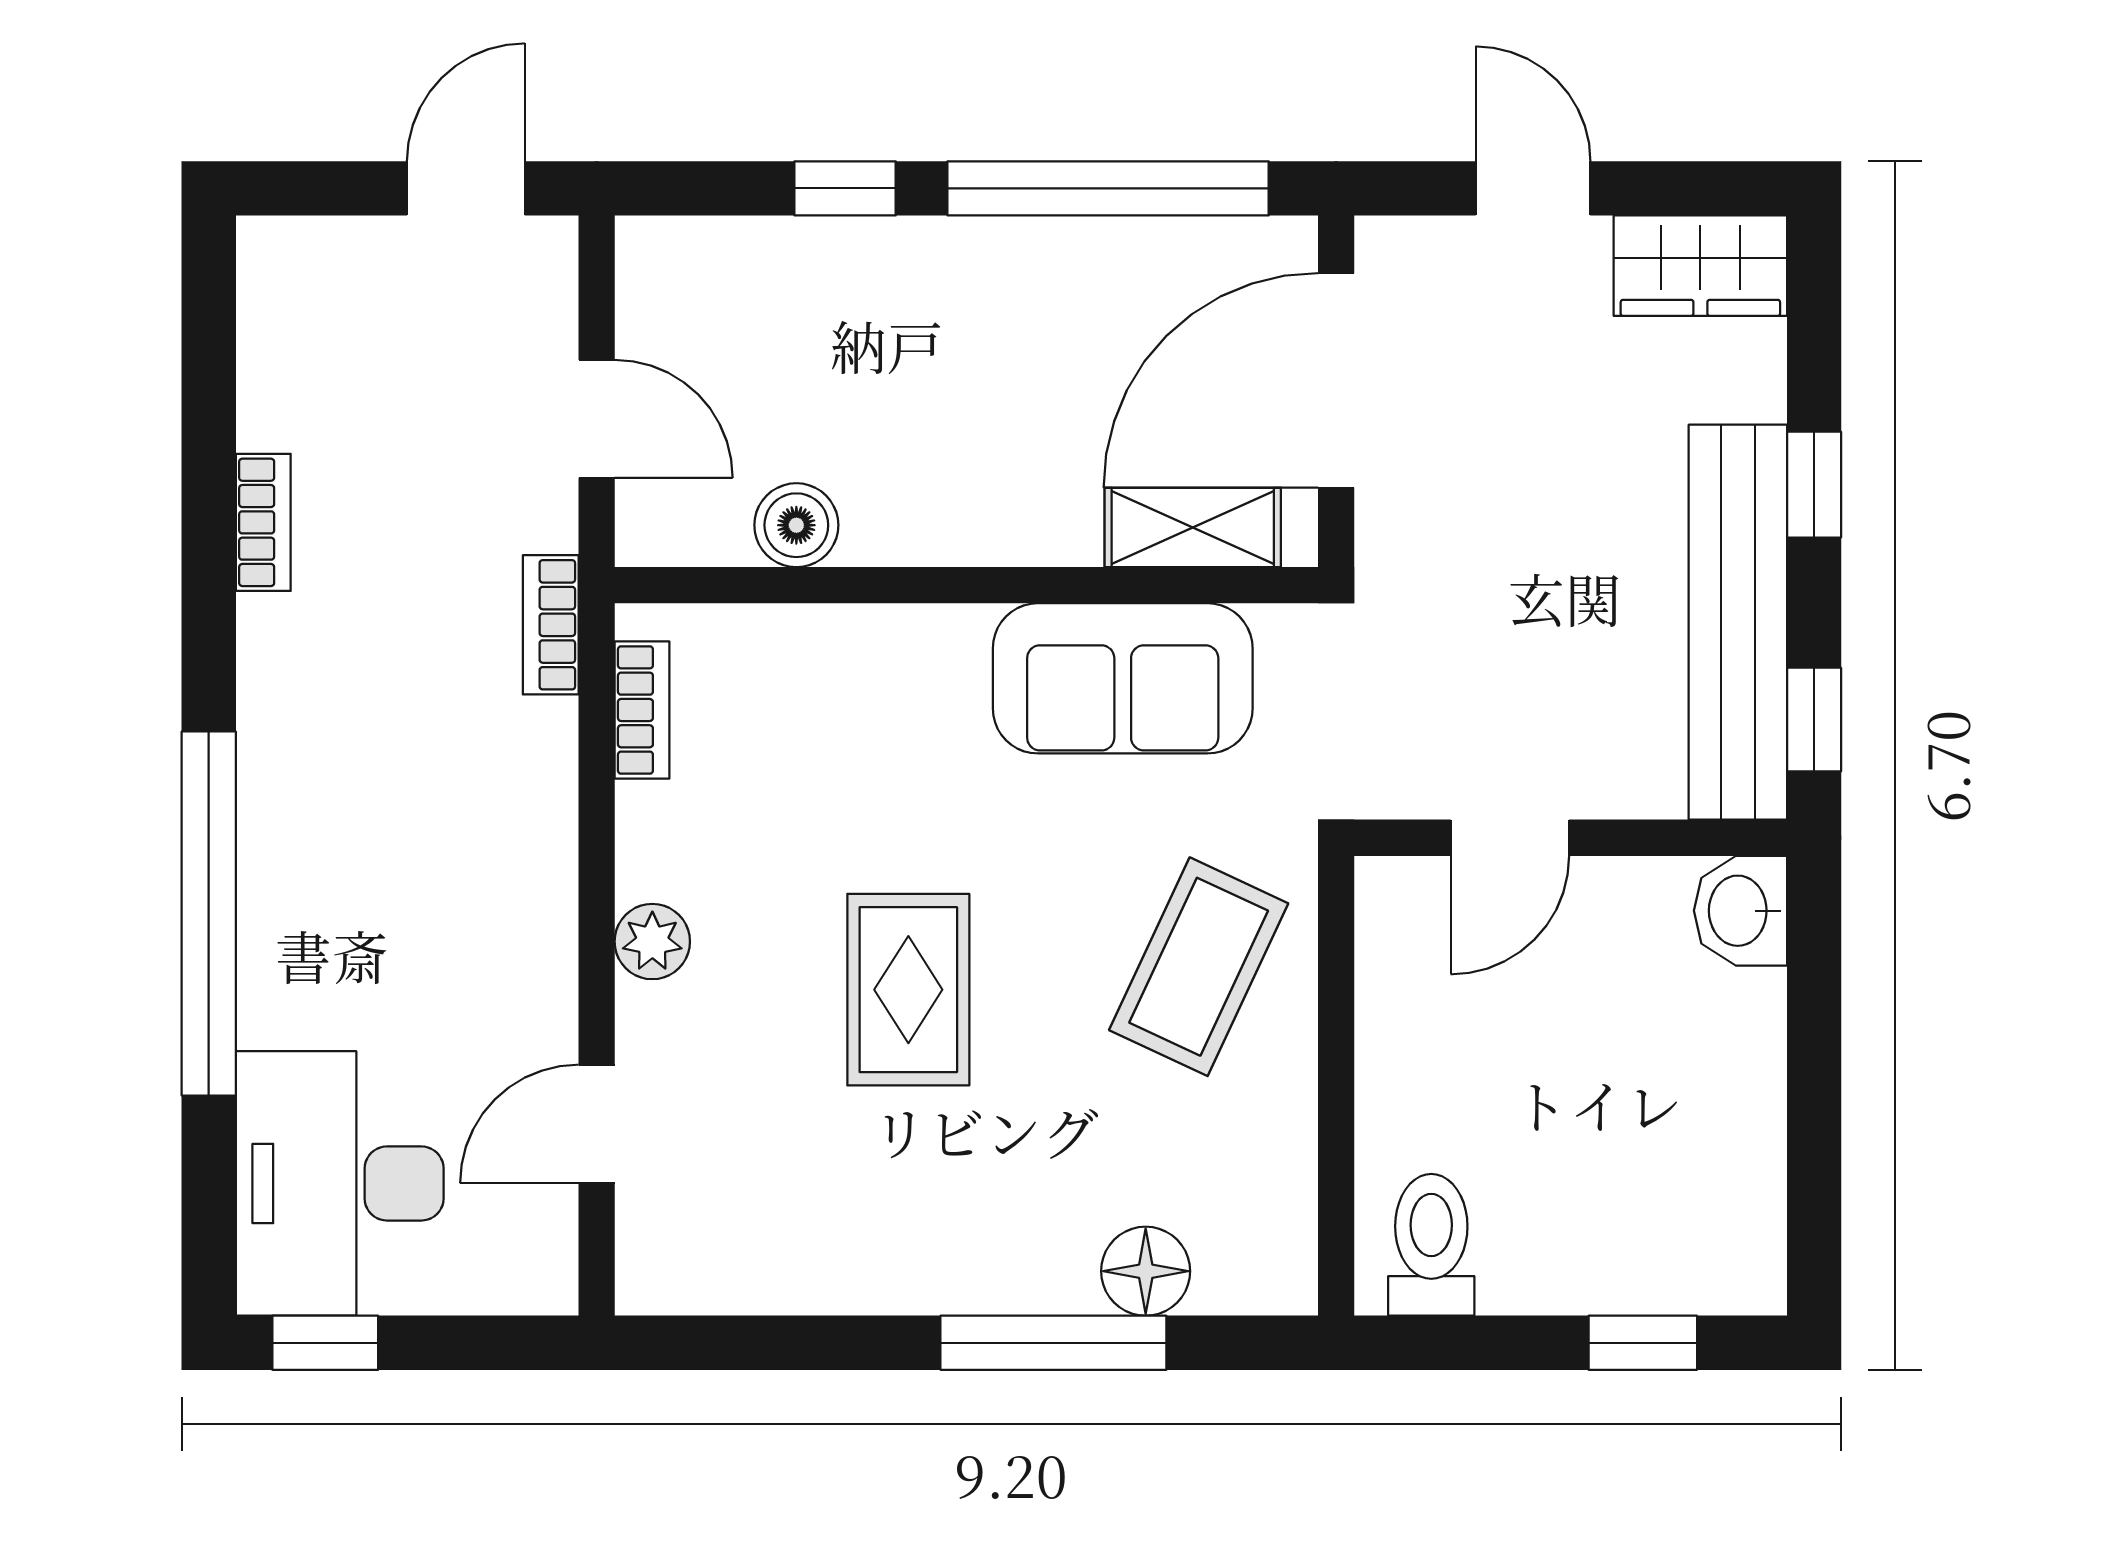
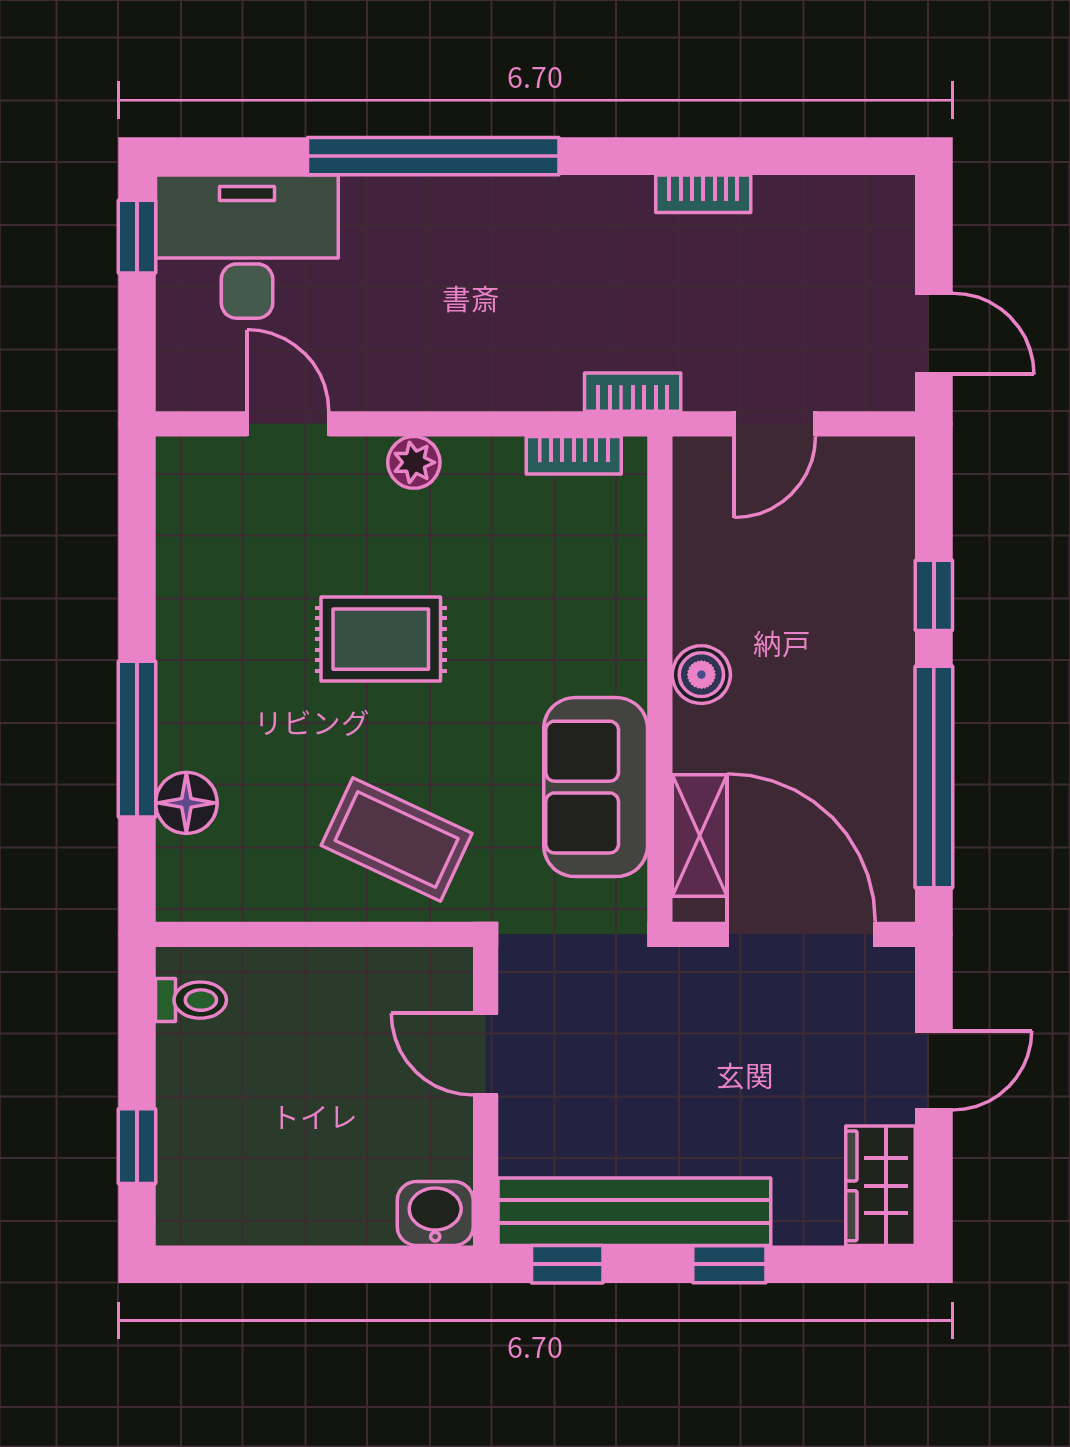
boiler: (796, 525) -> (701, 675), moved
toilet: (1431, 1245) -> (191, 1000), width x0.73, depth x0.72

